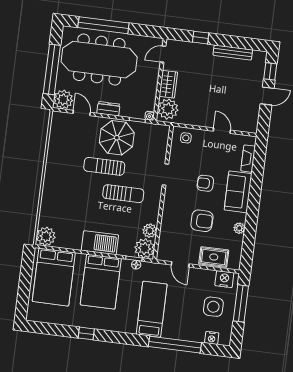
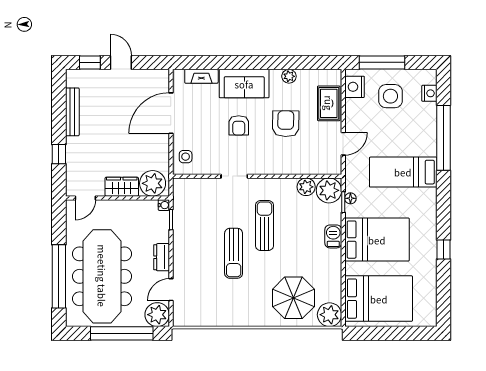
door: (163, 54) -> (85, 198), hinge flipped
door: (222, 131) -> (171, 113), width x1.87
parasol: (117, 138) -> (293, 298), moved
barbecue: (100, 243) -> (333, 236), width x0.53, depth x0.65

